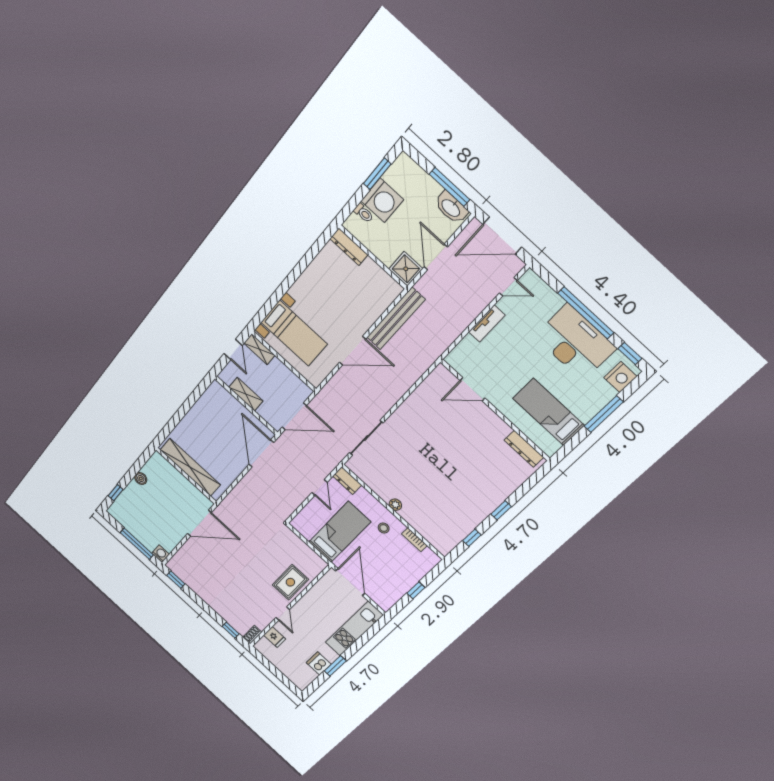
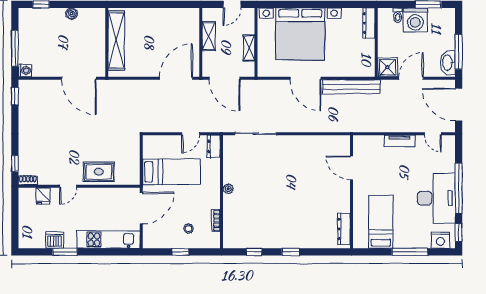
bed with nightstands: (294, 333) -> (300, 34), width x1.85
shelving: (259, 349) -> (249, 48), moved
stool: (384, 528) -> (189, 229), moved

